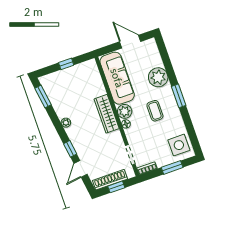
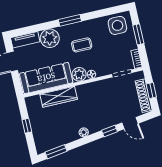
tv unit: (154, 52) -> (25, 40), added
wardrobe: (107, 114) -> (59, 97), moved

